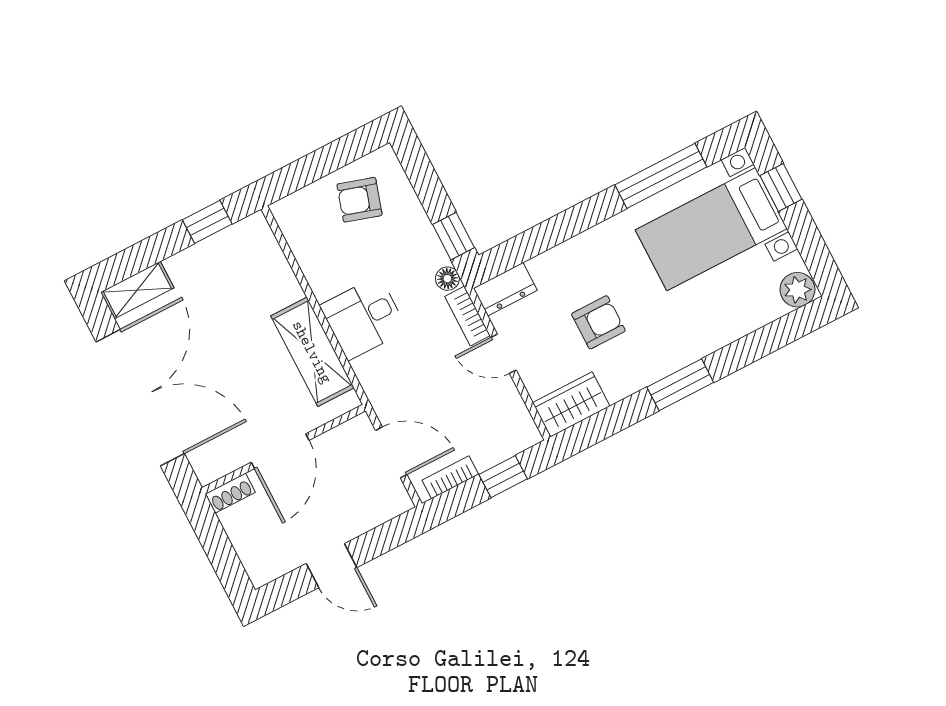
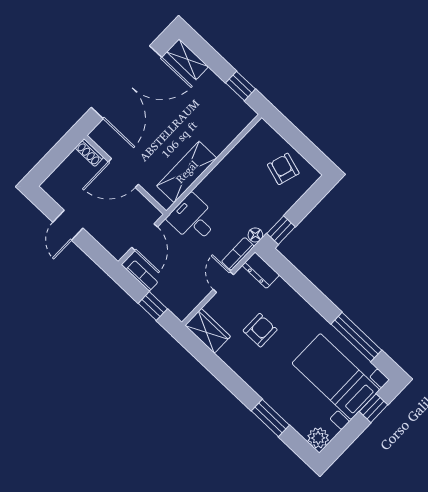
desk: (364, 318) -> (193, 219), moved
armchair: (598, 322) -> (260, 330), turned -90
window: (680, 385) -> (270, 418), moved

